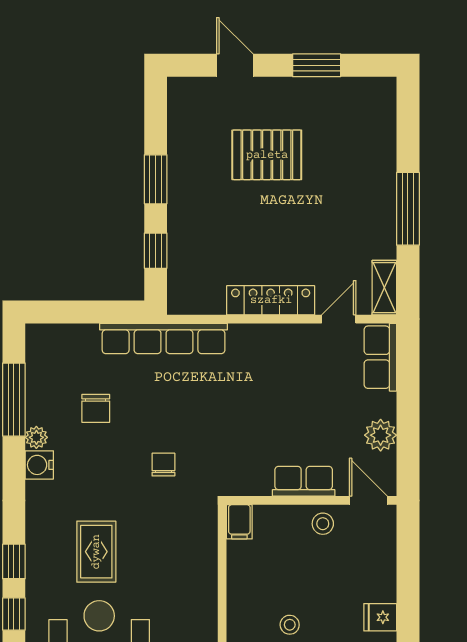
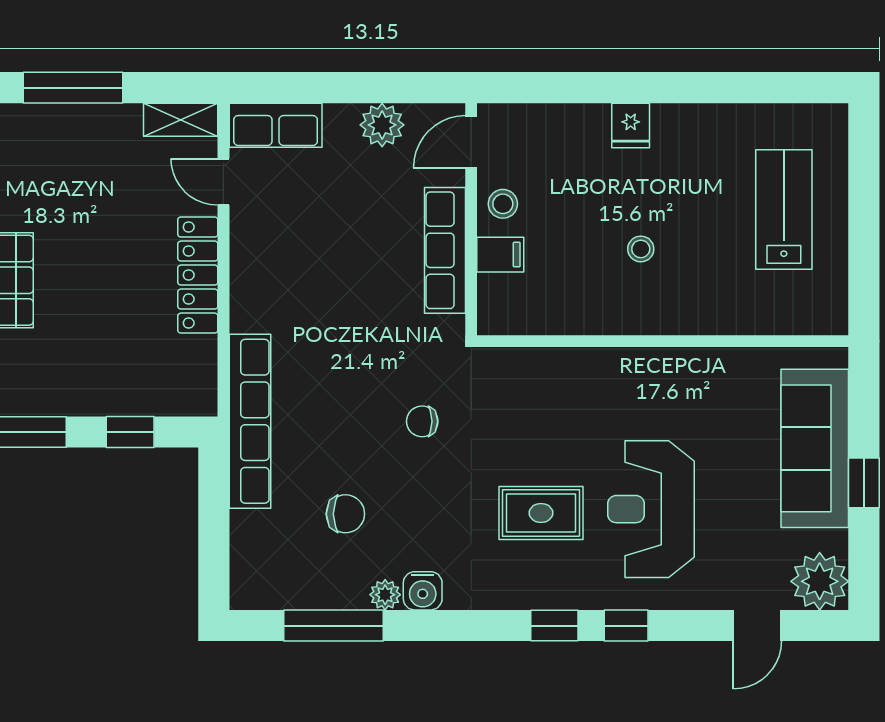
row of seats: (304, 481) -> (445, 250), width x1.48
filing cabinet: (239, 522) -> (500, 255), moved

